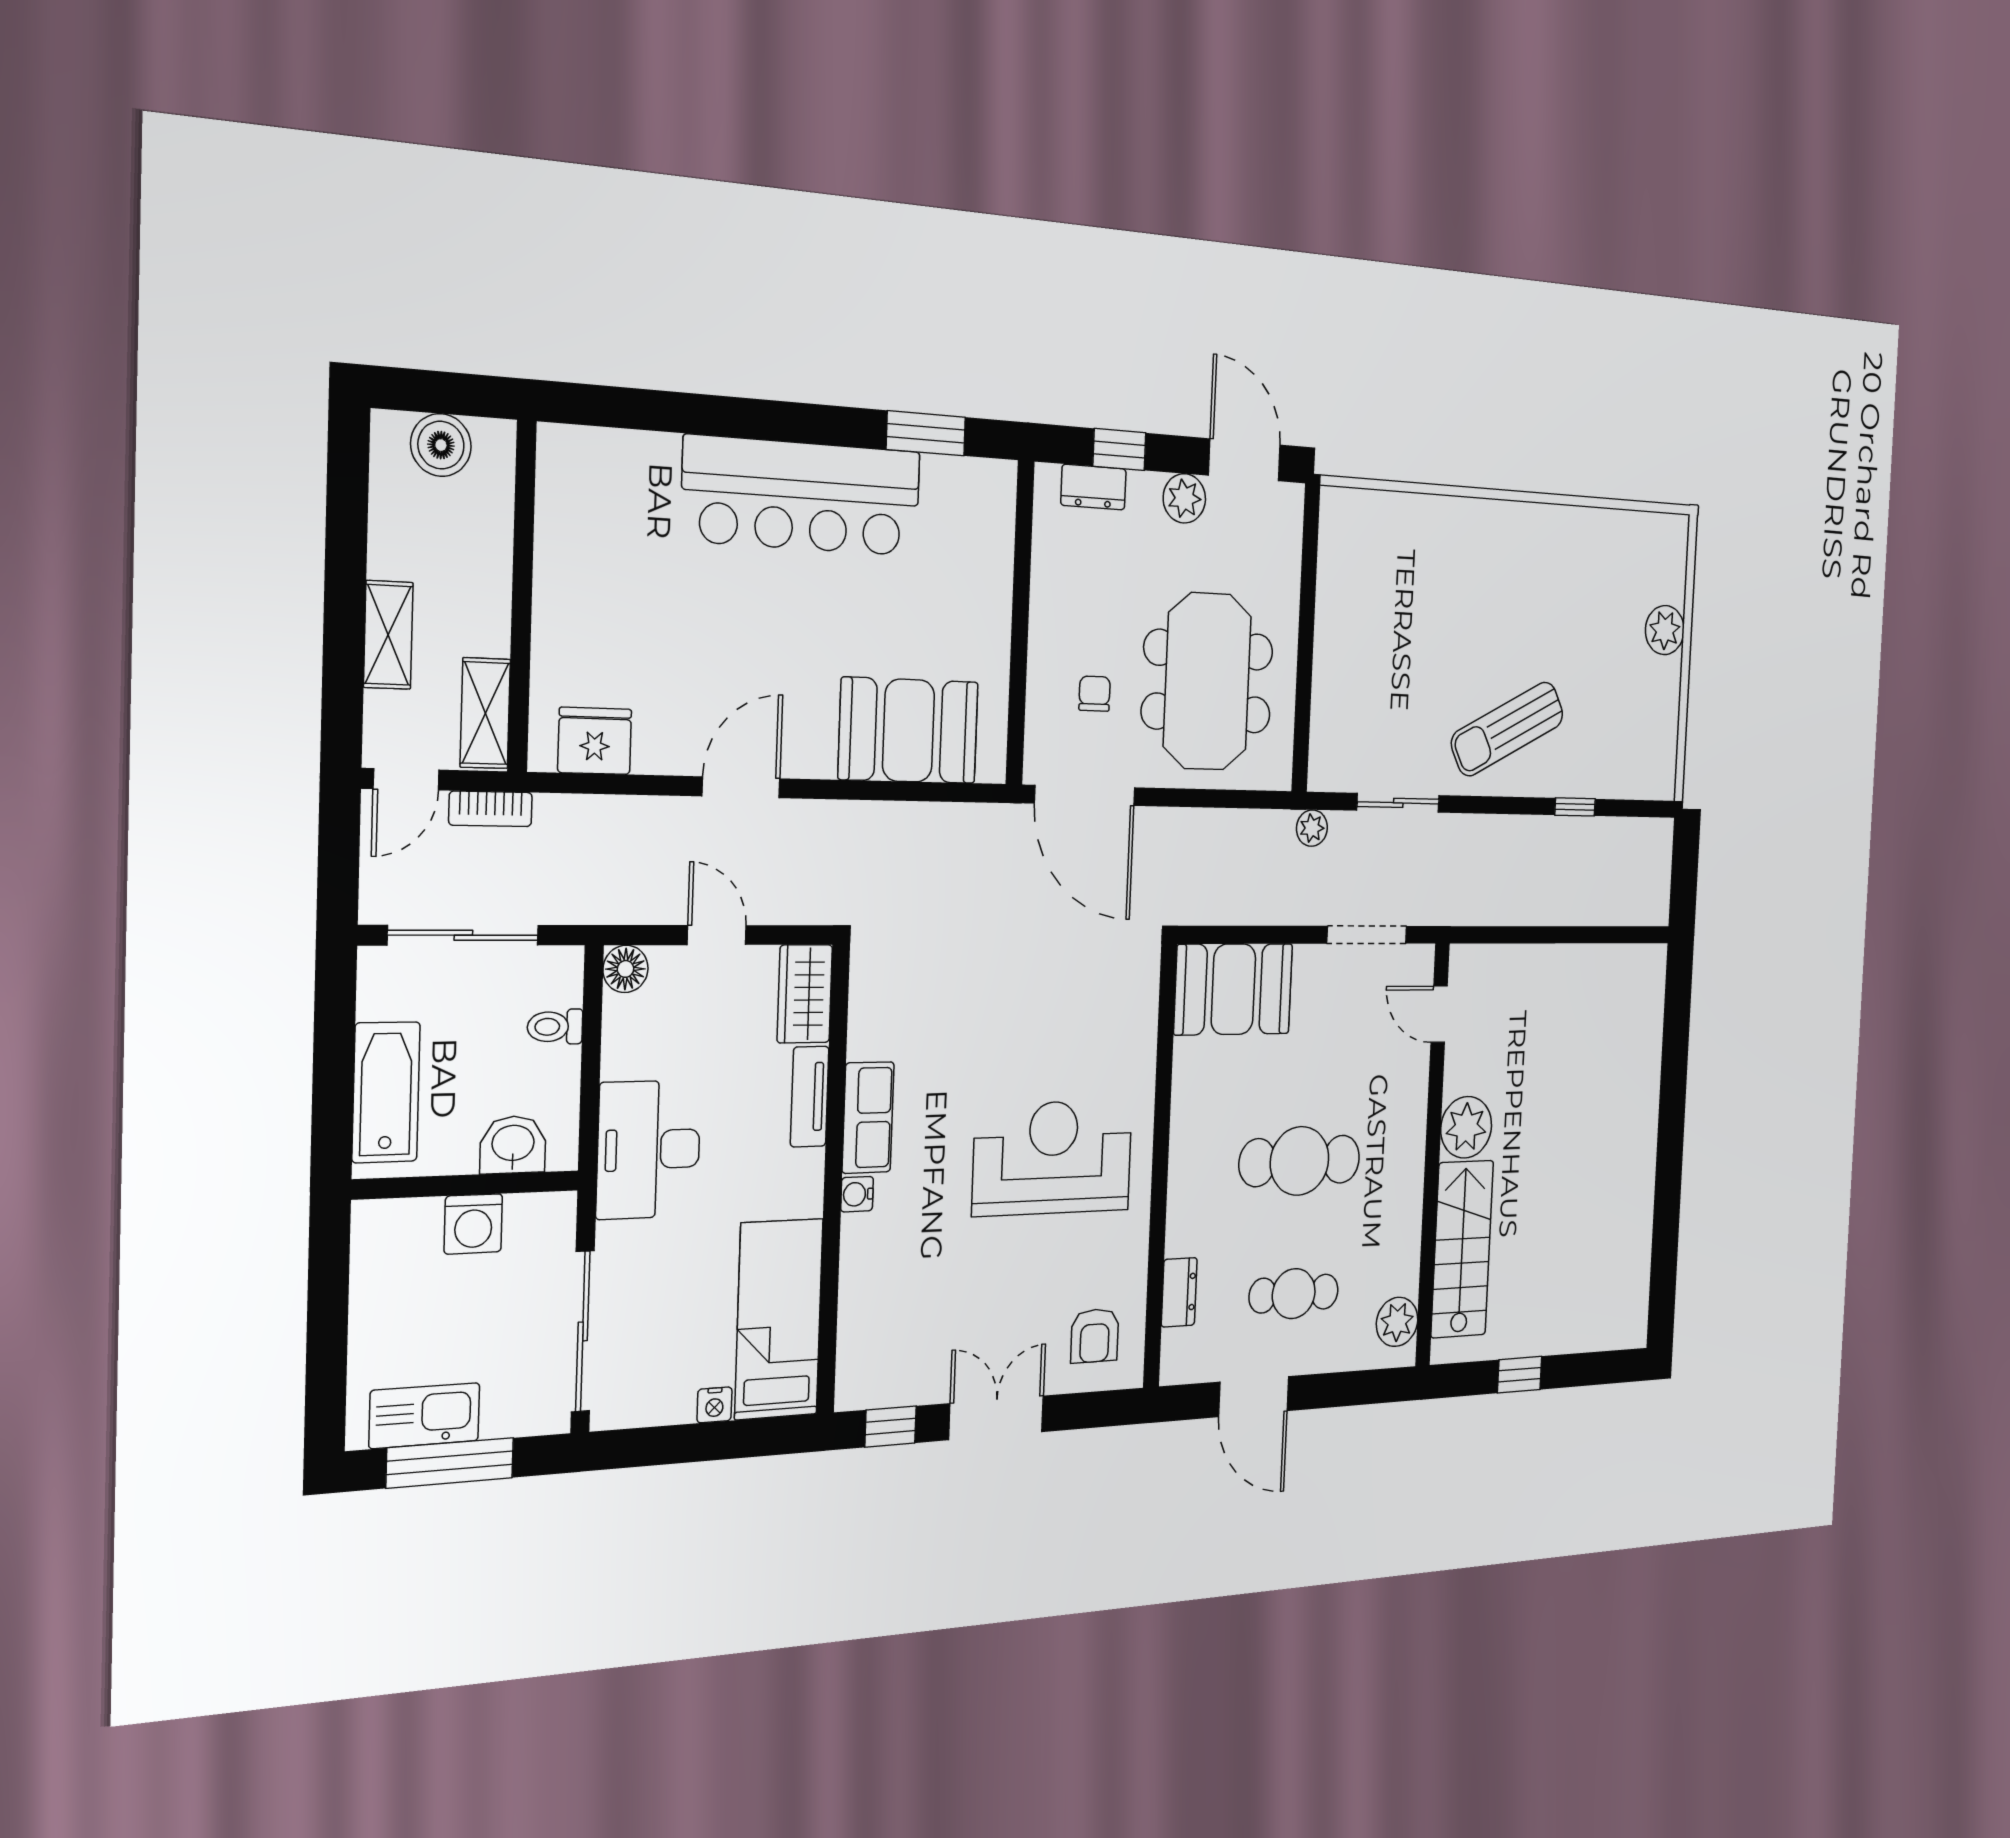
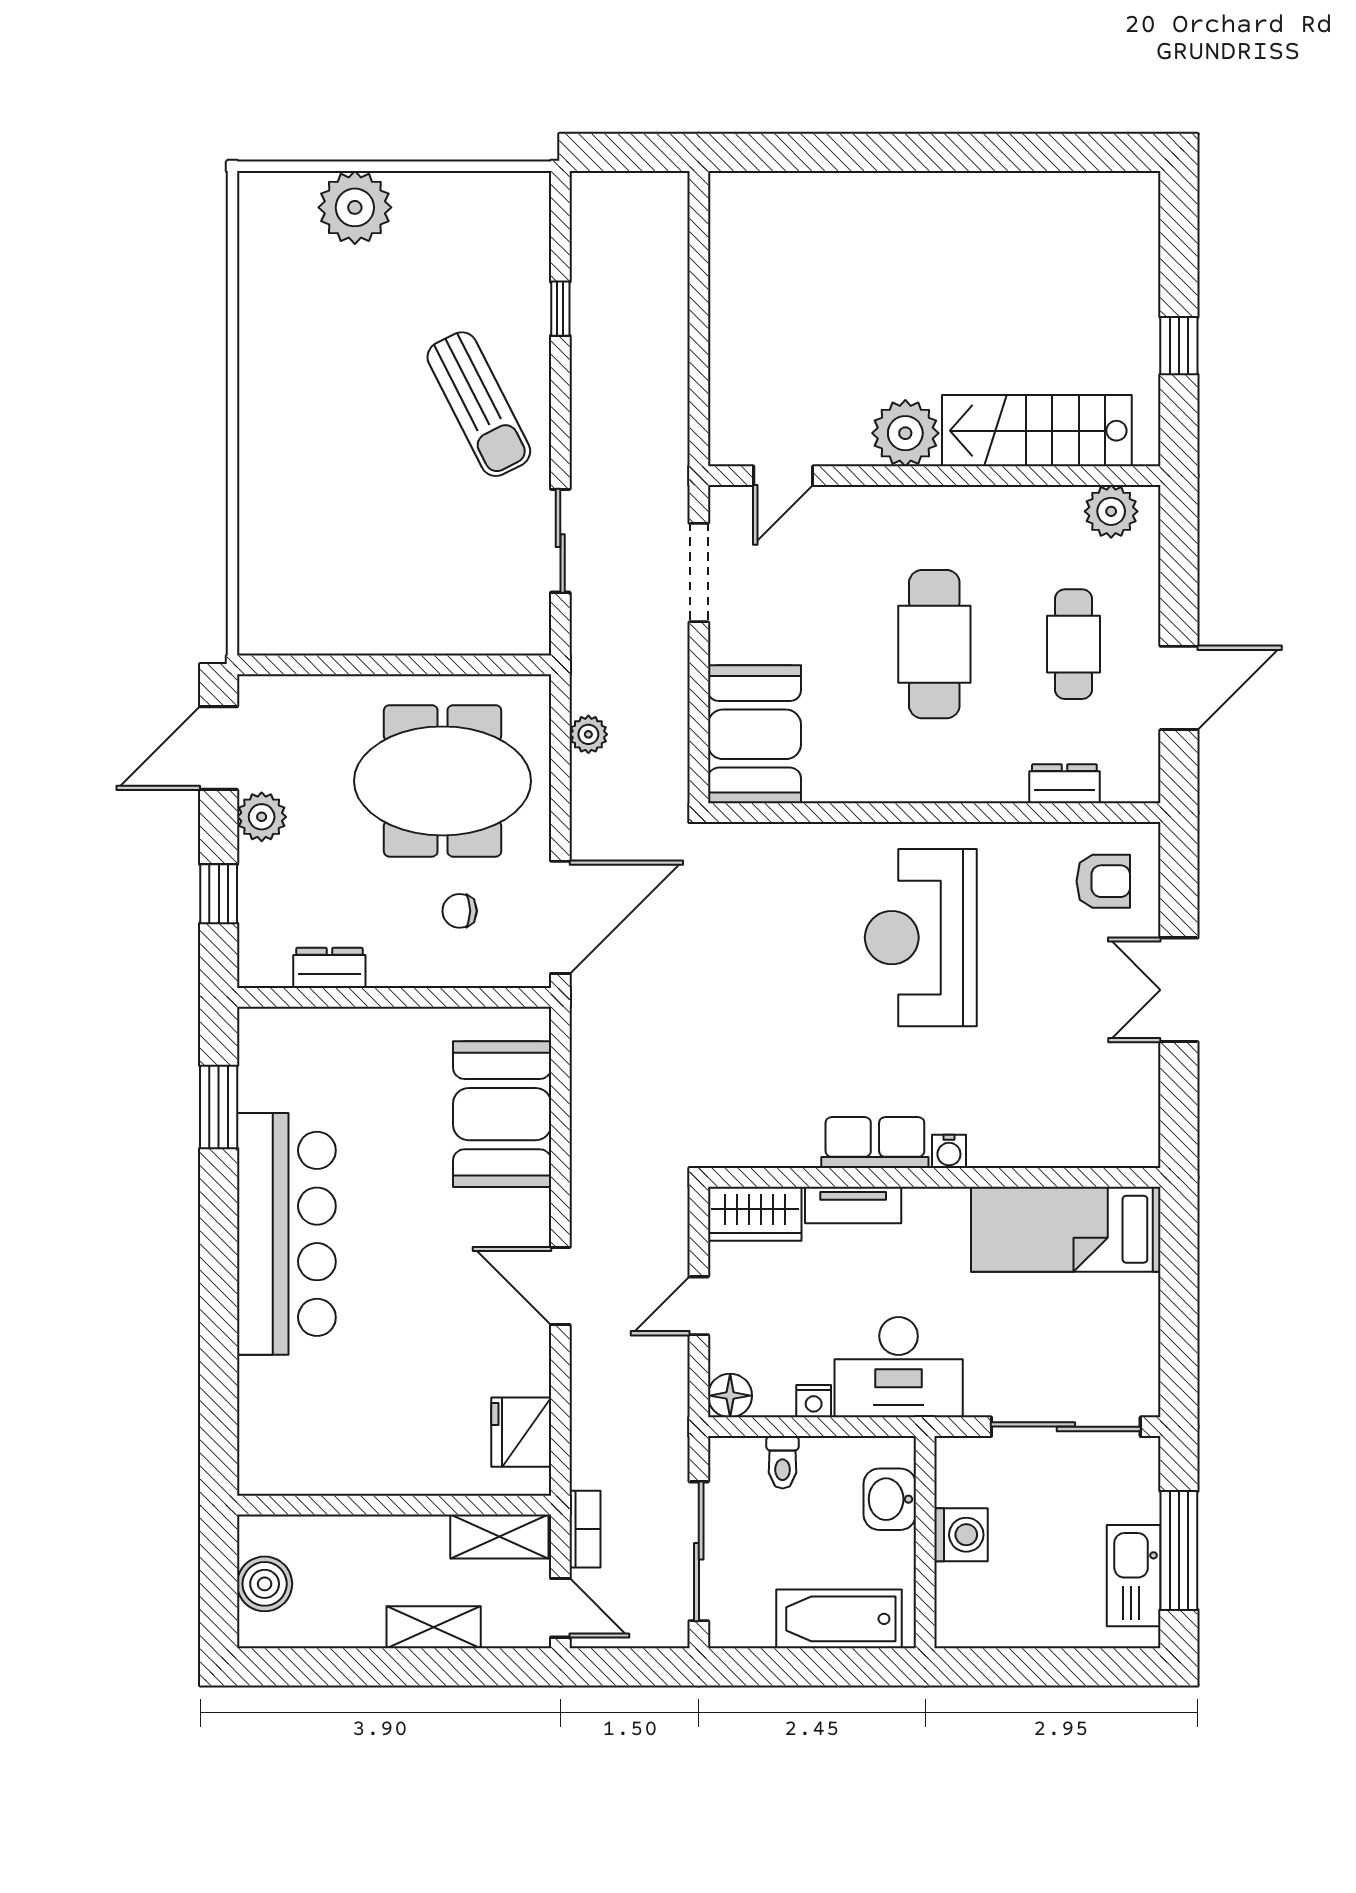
dresser: (1093, 487) -> (329, 968), moved, turned -90
plant: (1665, 630) -> (355, 207), width x1.36, depth x1.36
plant: (1312, 828) -> (588, 734), moved
nightstand: (715, 1405) -> (814, 1401), moved, turned 90
window: (891, 1427) -> (1179, 1106), removed

